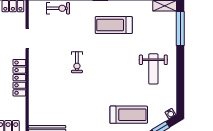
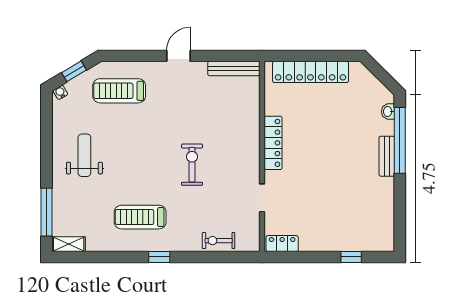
treadmill: (114, 25) -> (140, 217), turned 180
exercise bike: (77, 62) -> (192, 165), width x1.38, depth x1.39

